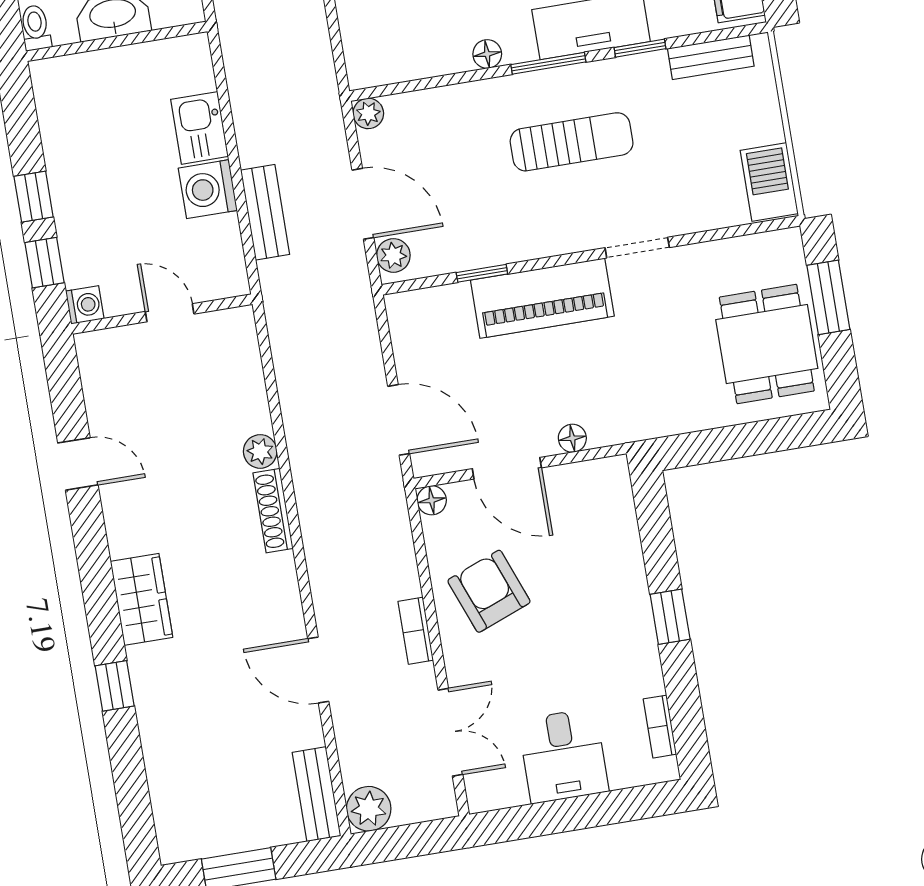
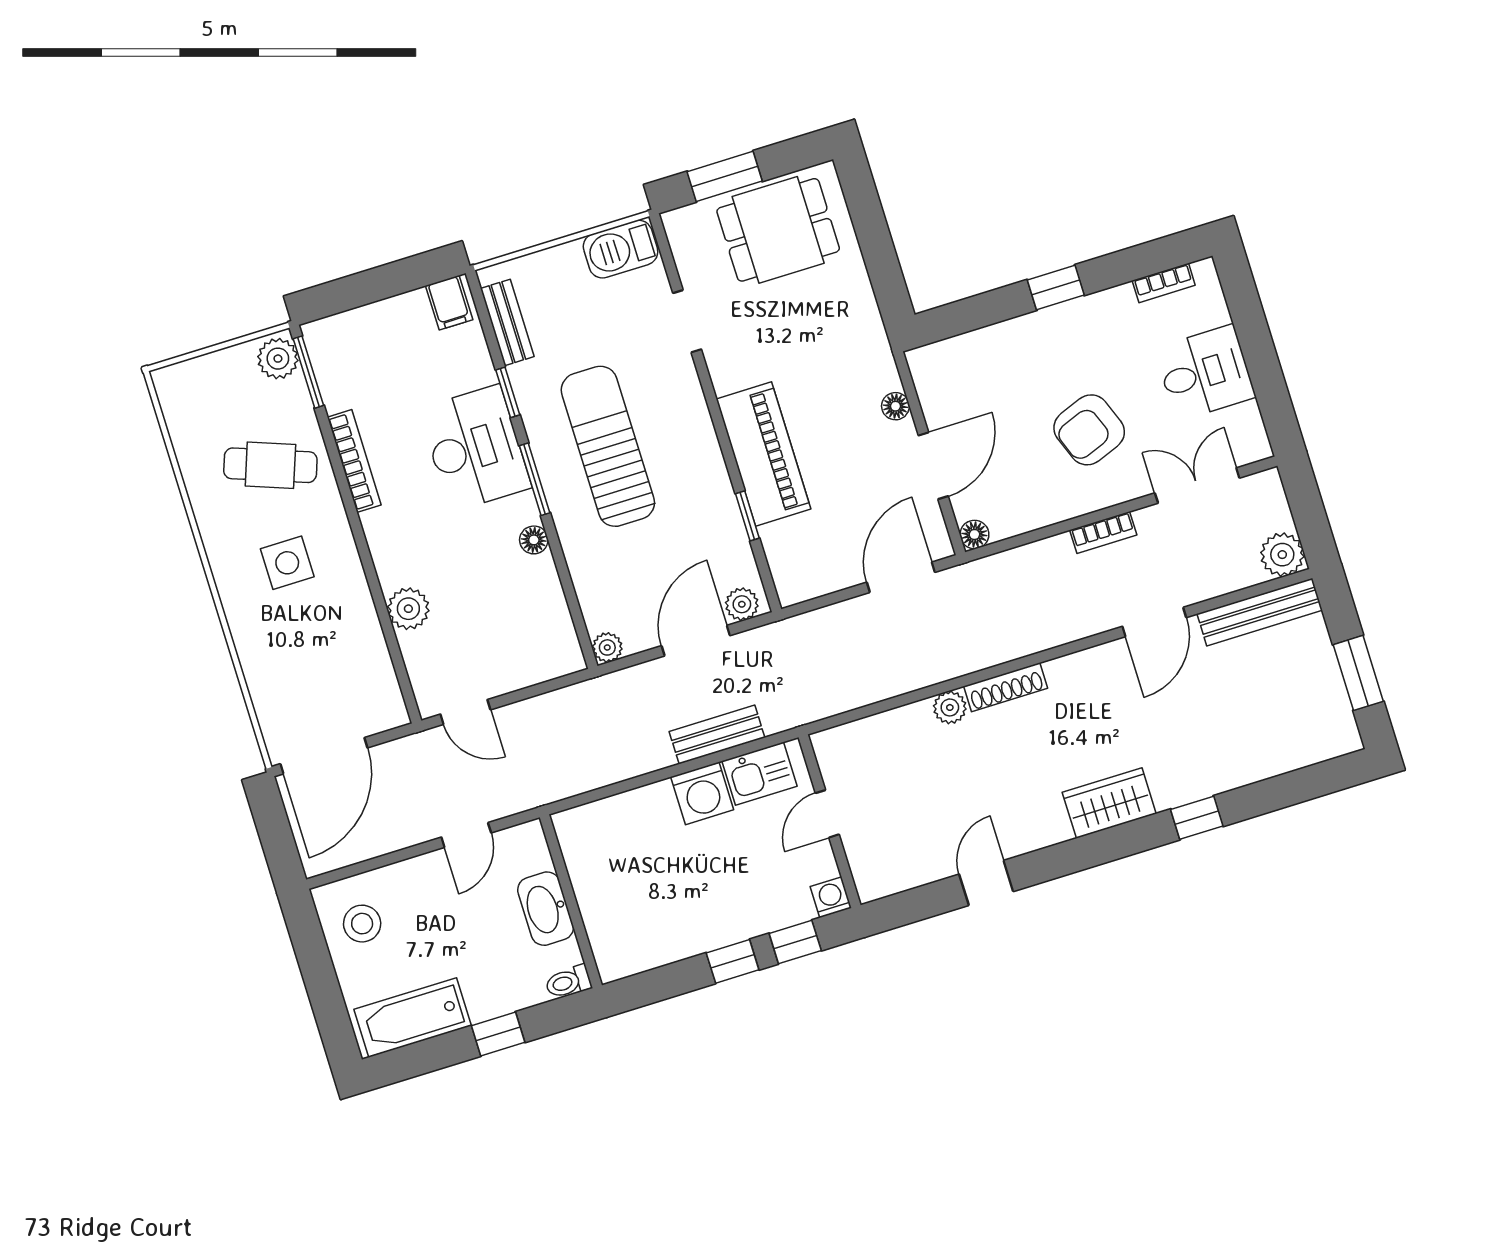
kitchen sink: (199, 128) -> (760, 774), moved
sun lounger: (572, 142) -> (608, 446), width x1.36, depth x1.34
doorway: (637, 248) -> (687, 321), moved
armchair: (489, 591) -> (1089, 430), moved
bench: (316, 794) -> (1260, 612), width x1.36

